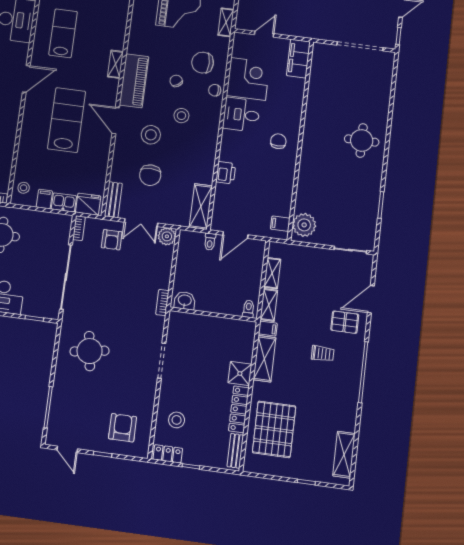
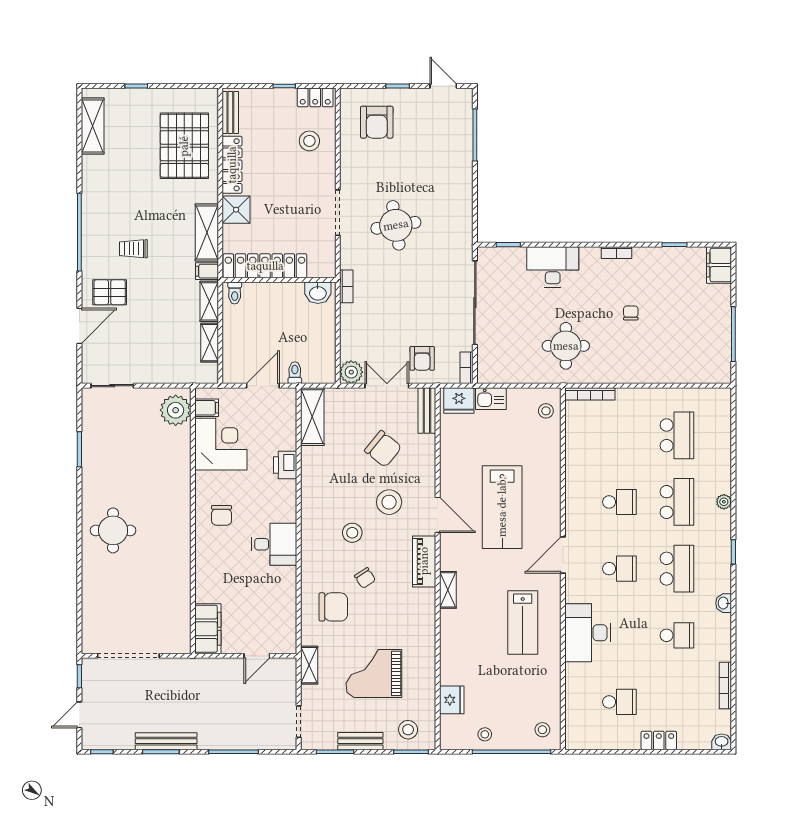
corner desk: (248, 79) -> (221, 444), moved, turned 180
piano: (134, 81) -> (424, 561), width x0.73, depth x0.75
chair: (215, 90) -> (313, 572), removed
chair: (150, 175) -> (383, 449), turned 129
filing cabinet: (44, 199) -> (517, 400), removed
armchair: (112, 240) -> (422, 358), turned 180
locker: (223, 327) -> (265, 266), added
round table: (90, 351) -> (396, 225), moved

